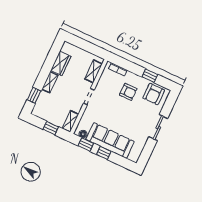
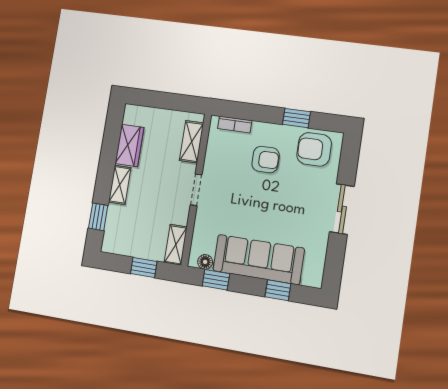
armchair: (154, 94) -> (314, 149), turned 90
window: (104, 153) -> (278, 290), moved

